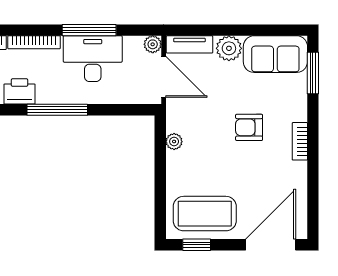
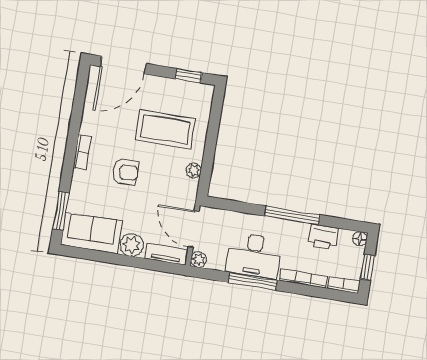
coffee table: (205, 214) -> (165, 129), moved

